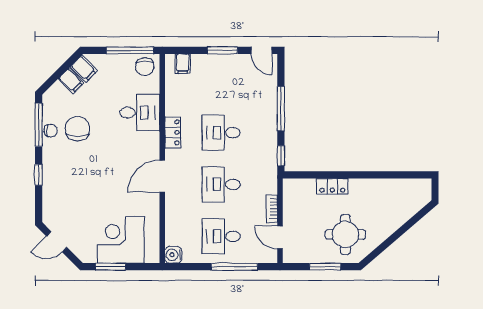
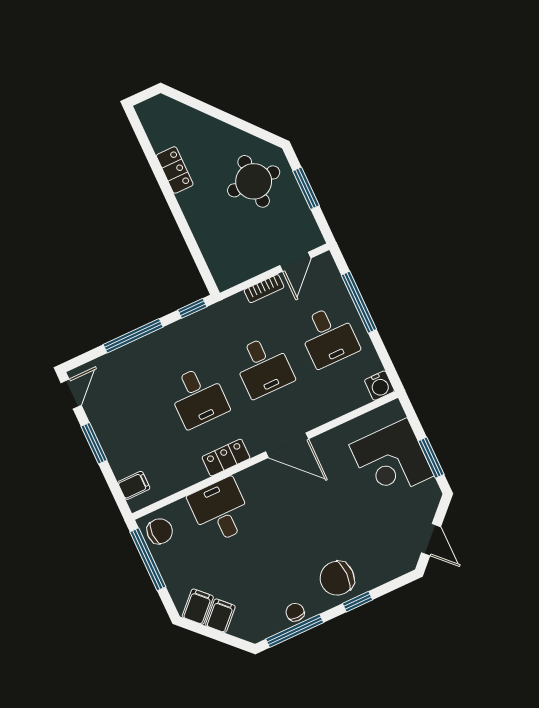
chair: (77, 129) -> (337, 578), moved
locker: (332, 186) -> (175, 170), moved

